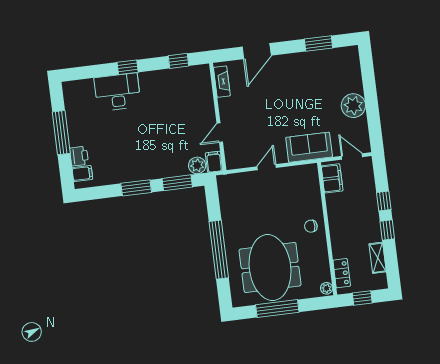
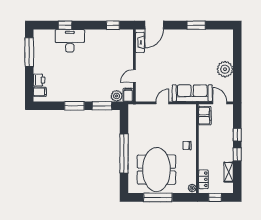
window: (318, 43) -> (196, 25), moved
door: (257, 51) -> (154, 25), moved
window: (128, 67) -> (65, 25), moved
window: (61, 133) -> (29, 52), moved
sofa: (309, 147) -> (192, 93), width x1.36

